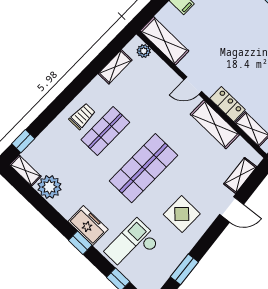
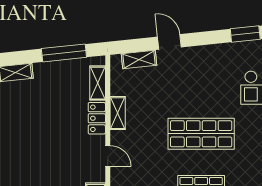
shelving: (215, 124) -> (118, 113), width x0.67, depth x0.75
display table: (182, 214) -> (207, 74), removed

